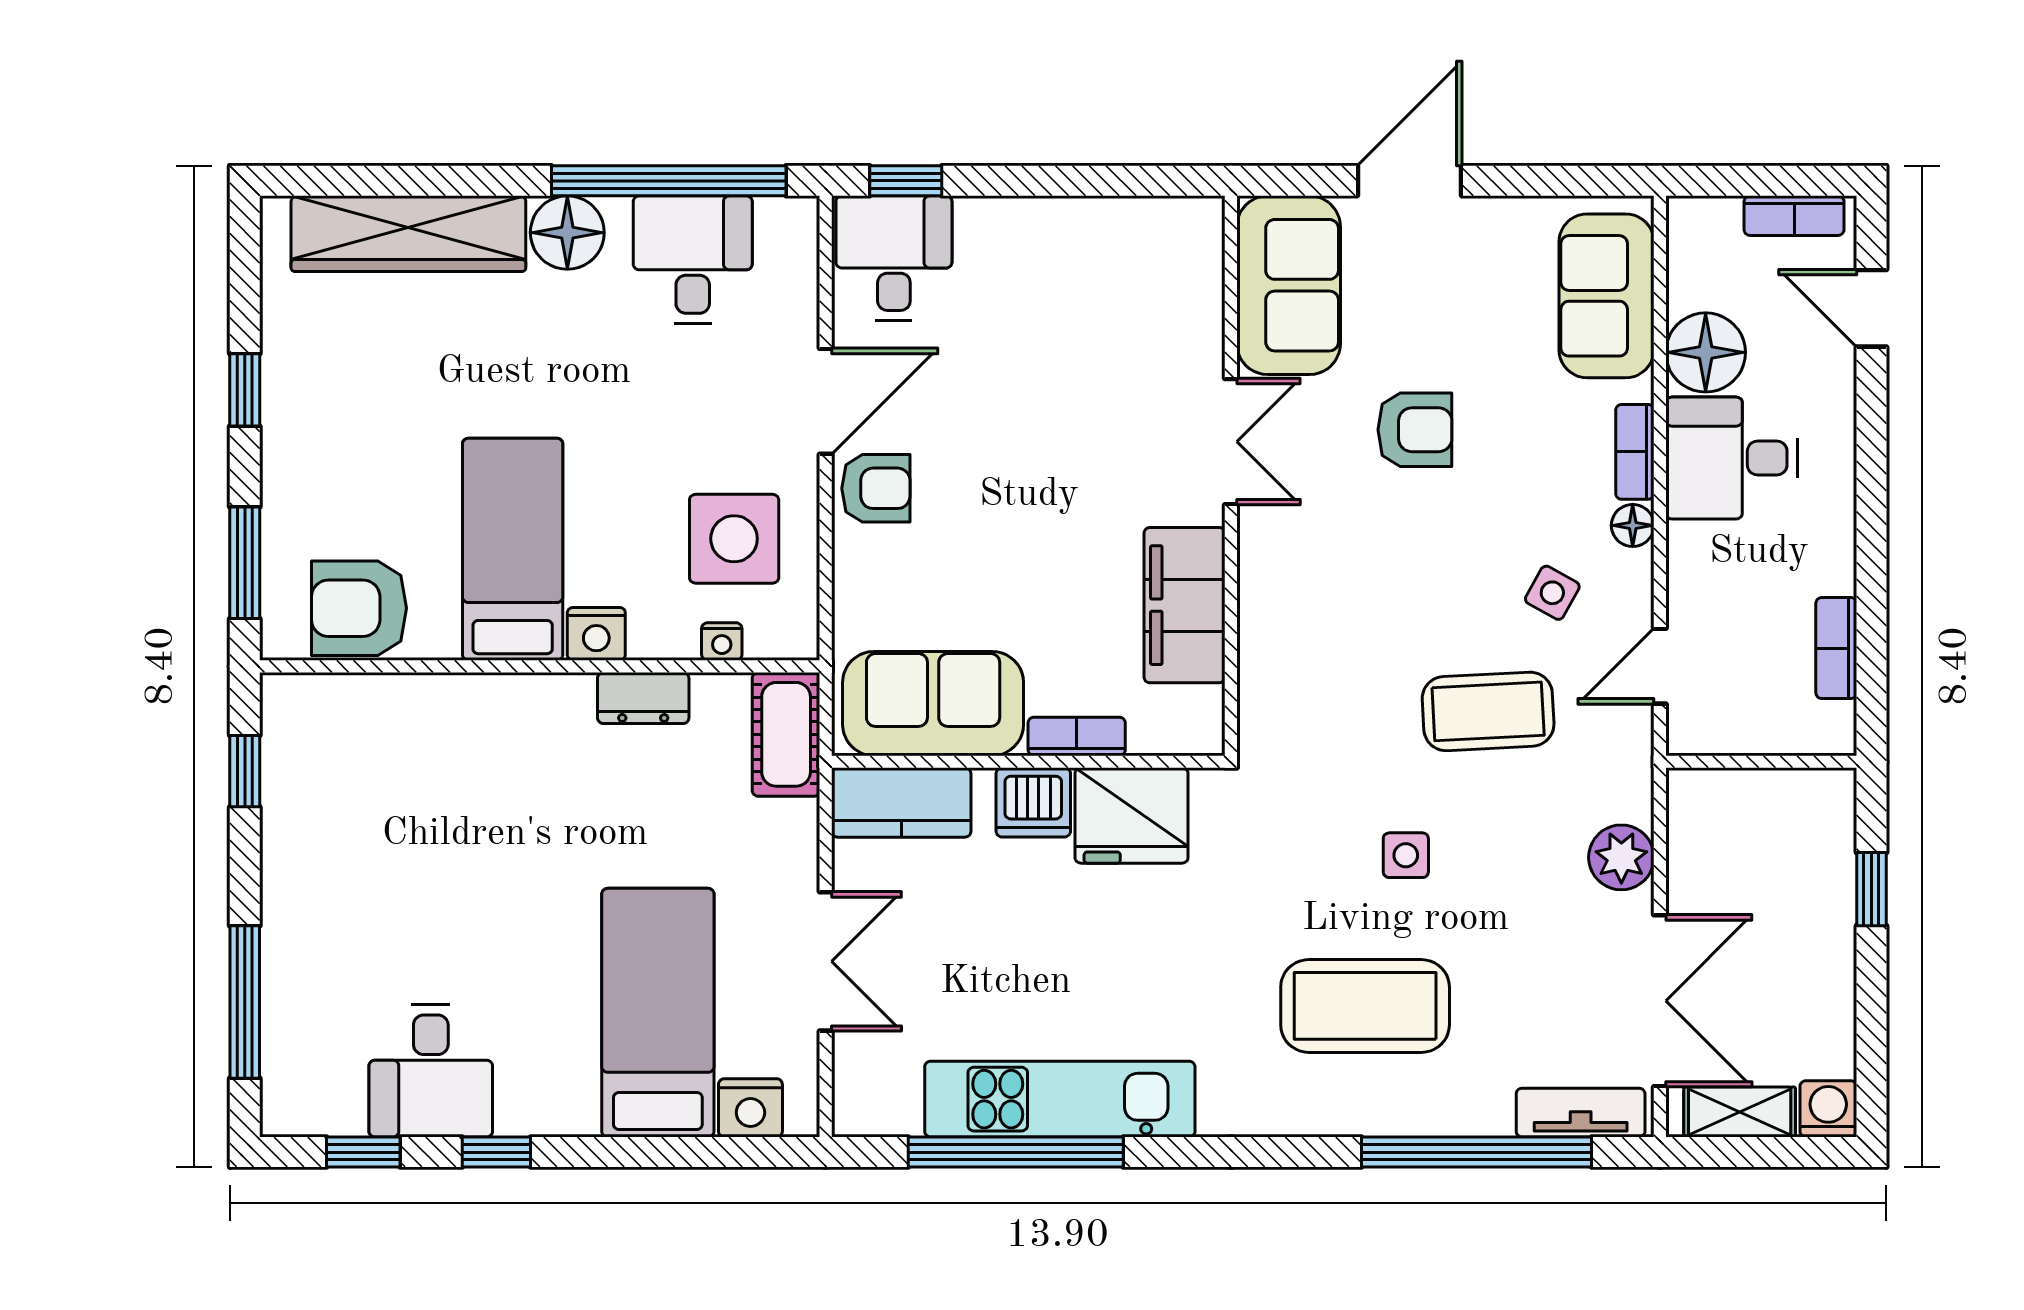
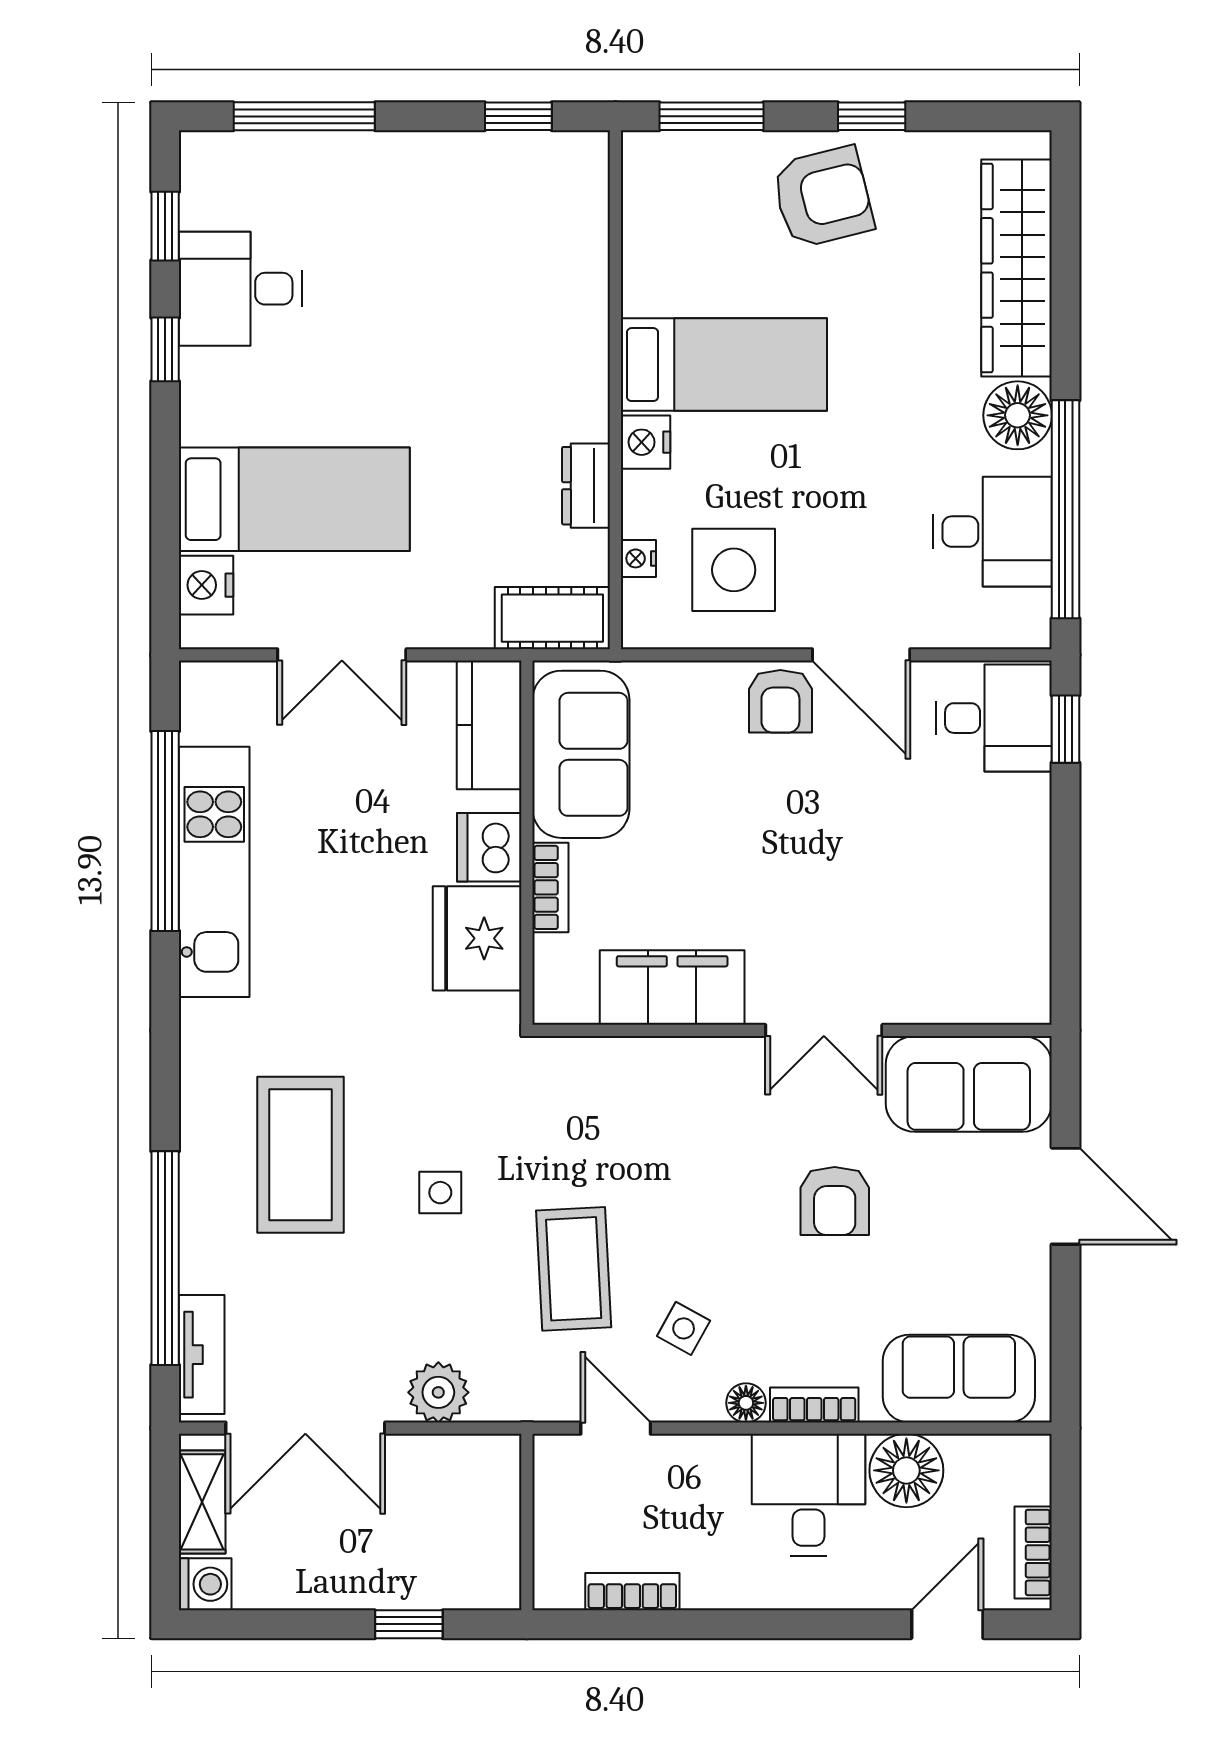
armchair: (359, 608) -> (823, 197), moved, turned 76

